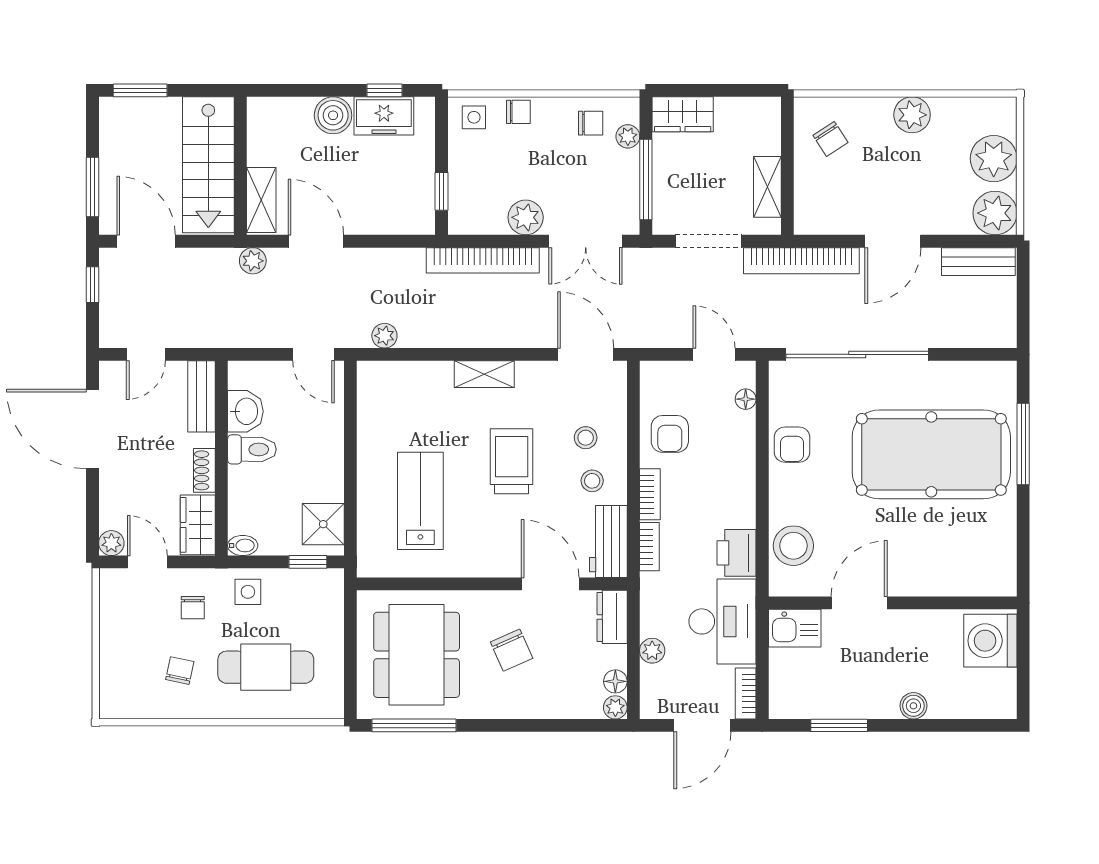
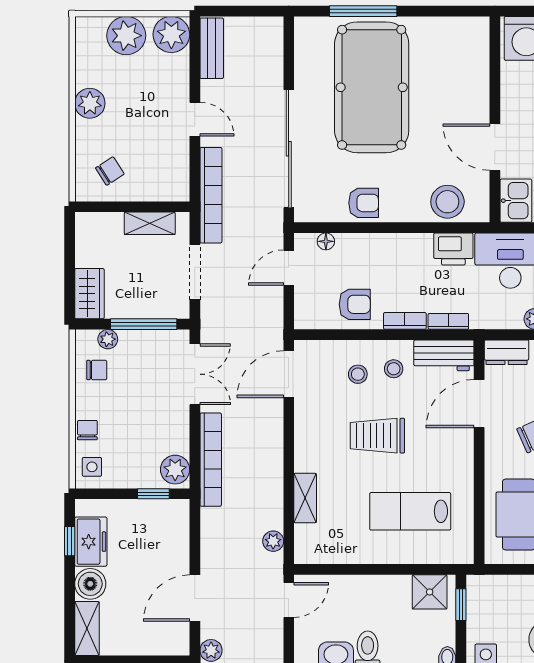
chair: (591, 123) -> (97, 370), turned 90
shelving: (261, 200) -> (87, 628), moved, turned 90
plant: (526, 217) -> (175, 470), moved
door: (893, 241) -> (195, 119), width x0.73
shelving: (484, 374) -> (305, 498), moved

